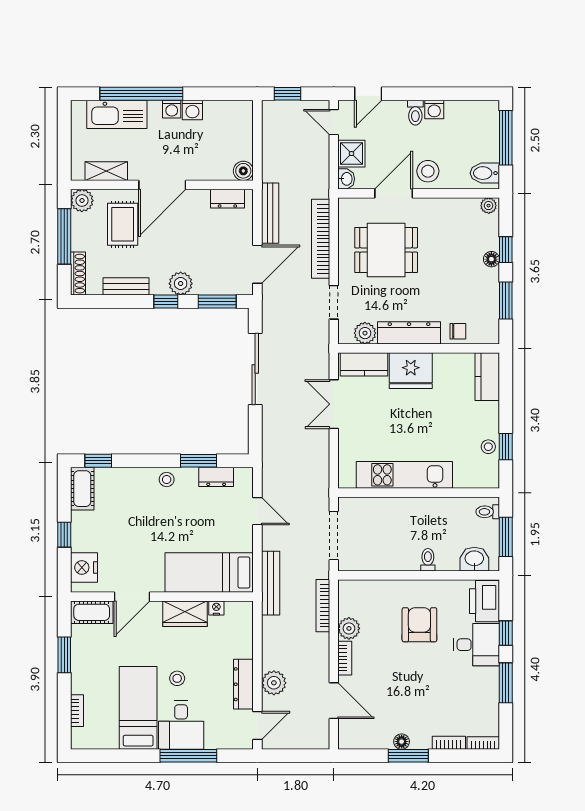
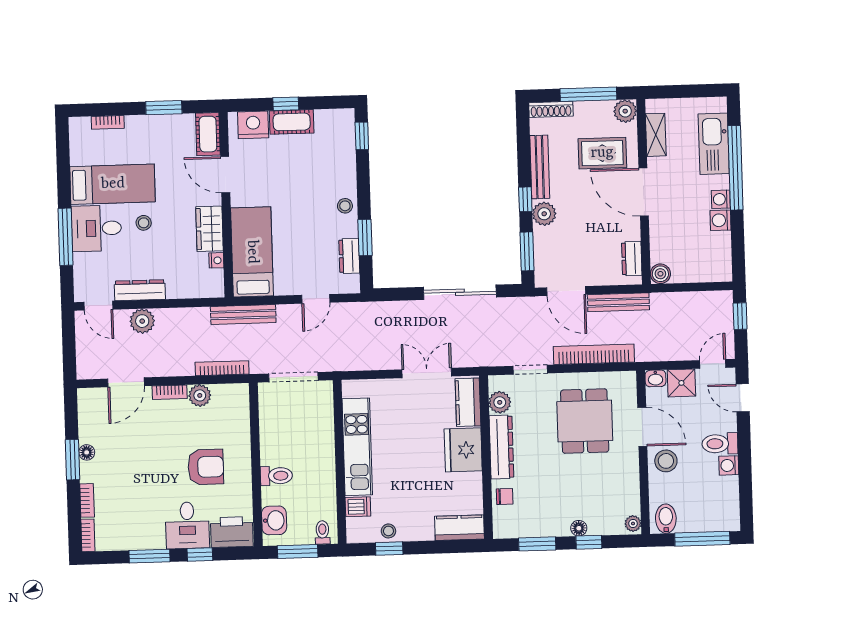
toilet: (415, 113) -> (720, 444), width x1.37, depth x1.39
bench: (126, 286) -> (540, 167), width x1.36
chair: (458, 331) -> (505, 496), turned -90
dishwasher: (463, 476) -> (358, 507), added
cot: (82, 489) -> (292, 122), moved
toilet: (428, 560) -> (276, 476), width x1.37, depth x1.39

